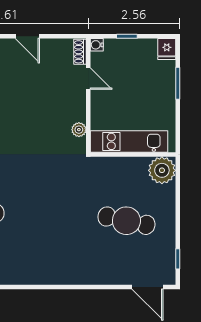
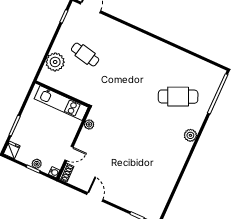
plant: (125, 45) -> (37, 164), added
door: (88, 79) -> (69, 153), swing flipped
plant: (162, 170) -> (55, 62), moved
cafe table: (126, 221) -> (85, 55), width x0.73, depth x0.74

